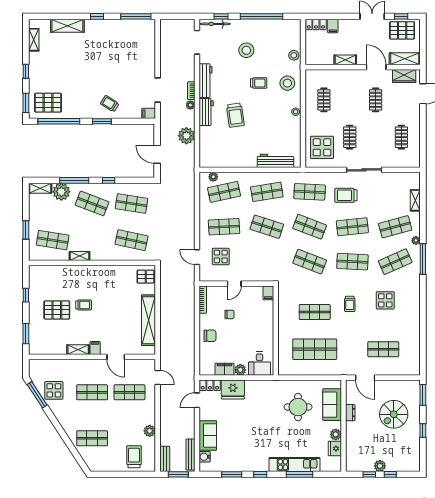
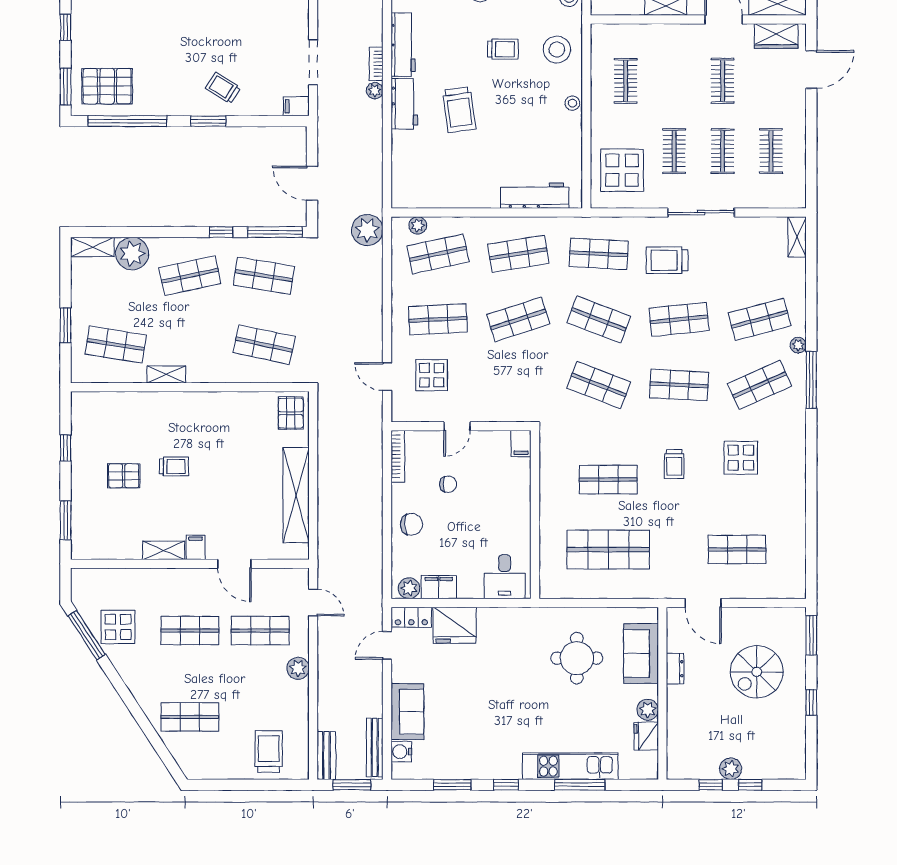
plant: (186, 136) -> (367, 230), moved
clothes rail: (376, 137) -> (723, 151), added
window: (74, 180) -> (275, 232), moved
shelving: (415, 200) -> (797, 237), moved
shop shelf: (92, 203) -> (190, 276), turned -33
shop shelf: (267, 227) -> (518, 319), turned -36
pallet: (146, 277) -> (291, 413), turned 90
pallet: (57, 310) -> (124, 476), width x0.67, depth x0.71
plant: (240, 370) -> (409, 588), moved
plant: (150, 431) -> (298, 668), moved

